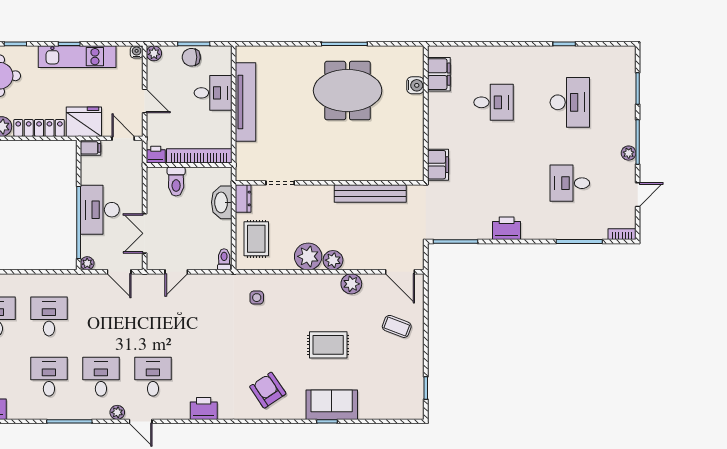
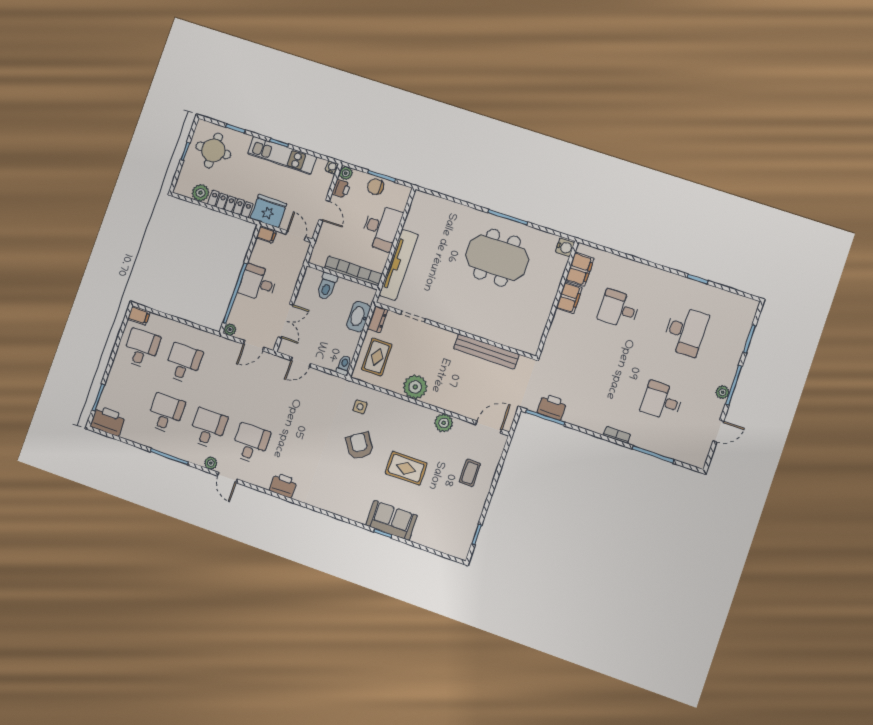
water cooler: (415, 85) -> (565, 247), moved
desk: (213, 93) -> (381, 228), width x1.37
tv unit: (245, 102) -> (399, 265), moved
desk: (494, 102) -> (619, 309), turned 180
printer: (156, 155) -> (341, 189), moved, turned 90
filing cabinet: (438, 165) -> (569, 298), moved
desk: (100, 210) -> (258, 283), width x0.73
printer: (507, 228) -> (552, 407), moved
double door: (145, 233) -> (286, 321), swing flipped
bookcase: (622, 234) -> (617, 435), moved
plant: (333, 260) -> (435, 397), removed
door: (119, 272) -> (254, 346), hinge flipped
door: (400, 272) -> (489, 427), swing flipped
coffee table: (397, 326) -> (470, 473), turned 69
armchair: (268, 390) -> (360, 446), moved

